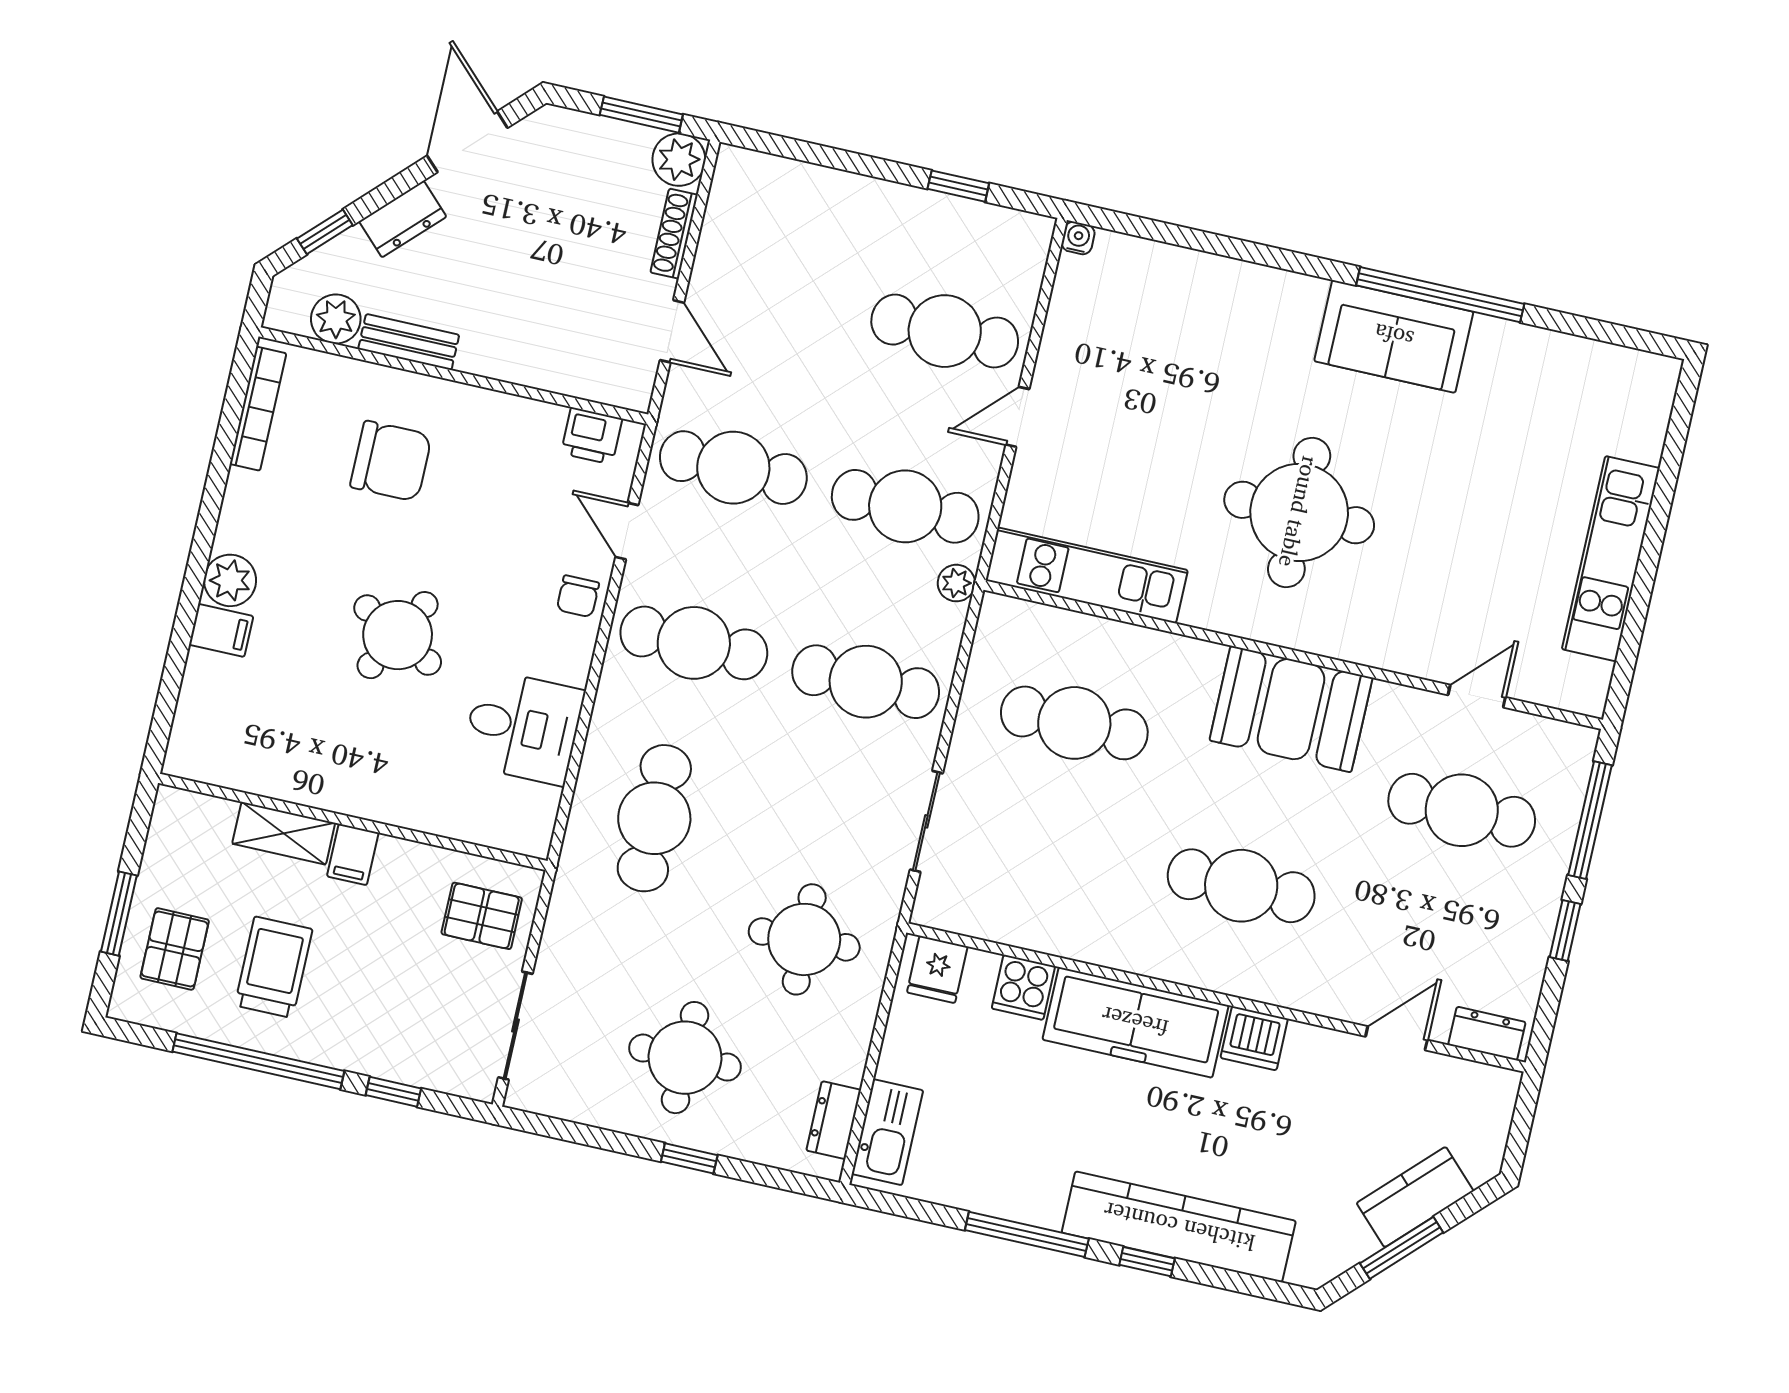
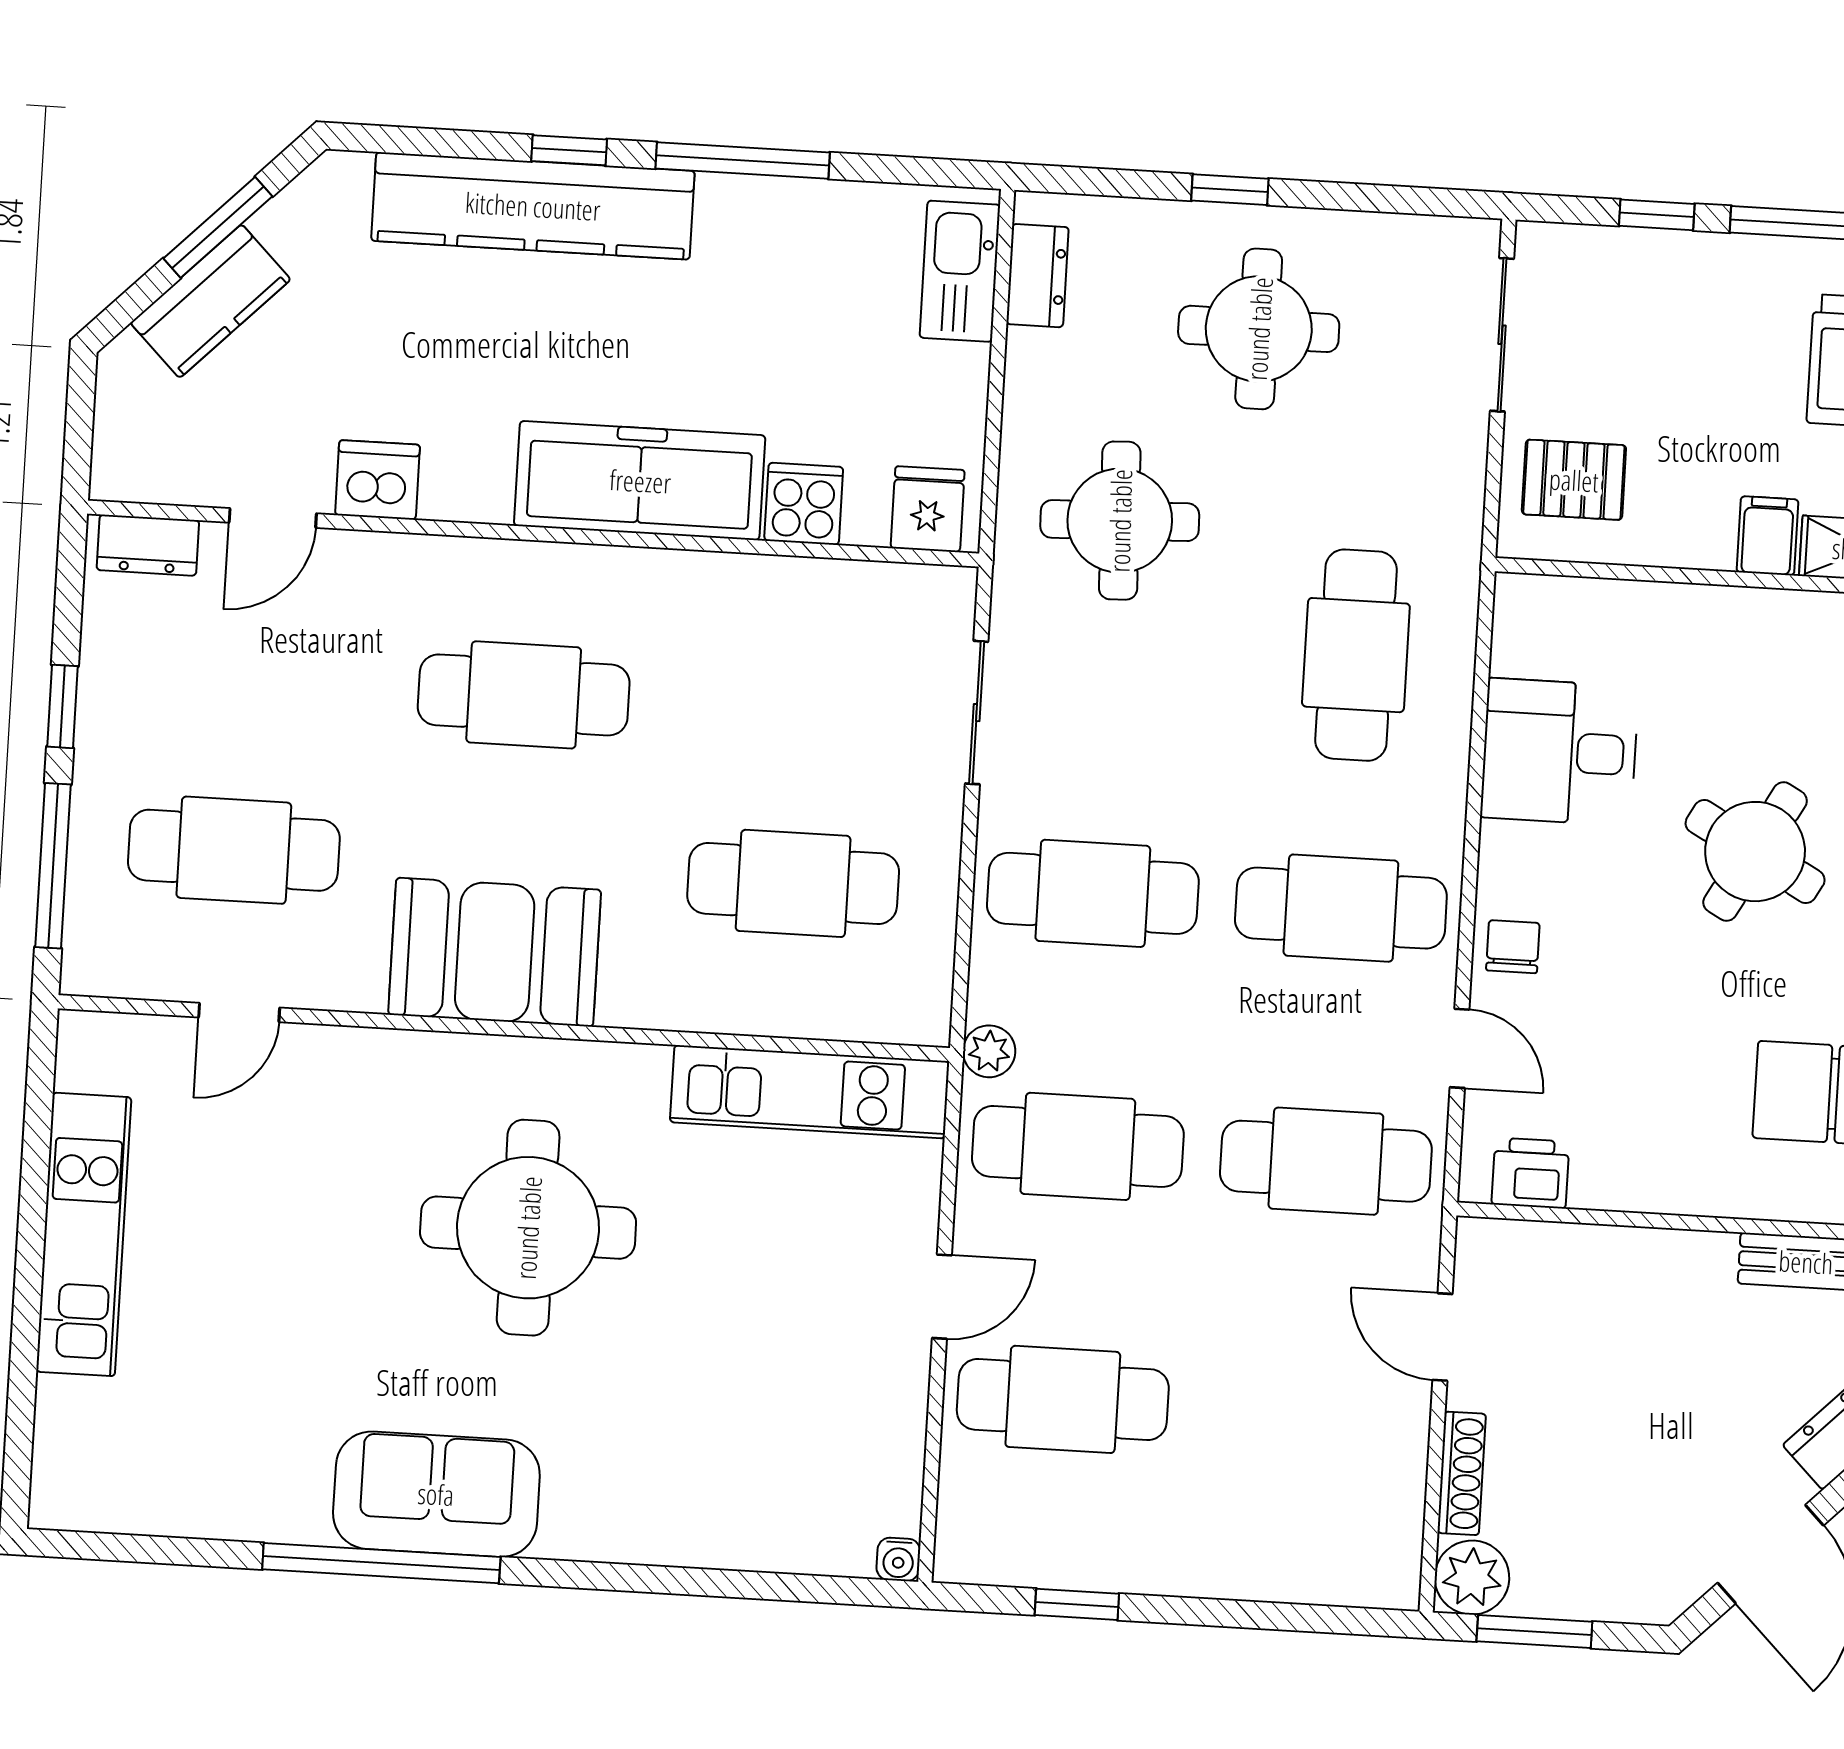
dishwasher: (1254, 1038) -> (377, 480), moved

